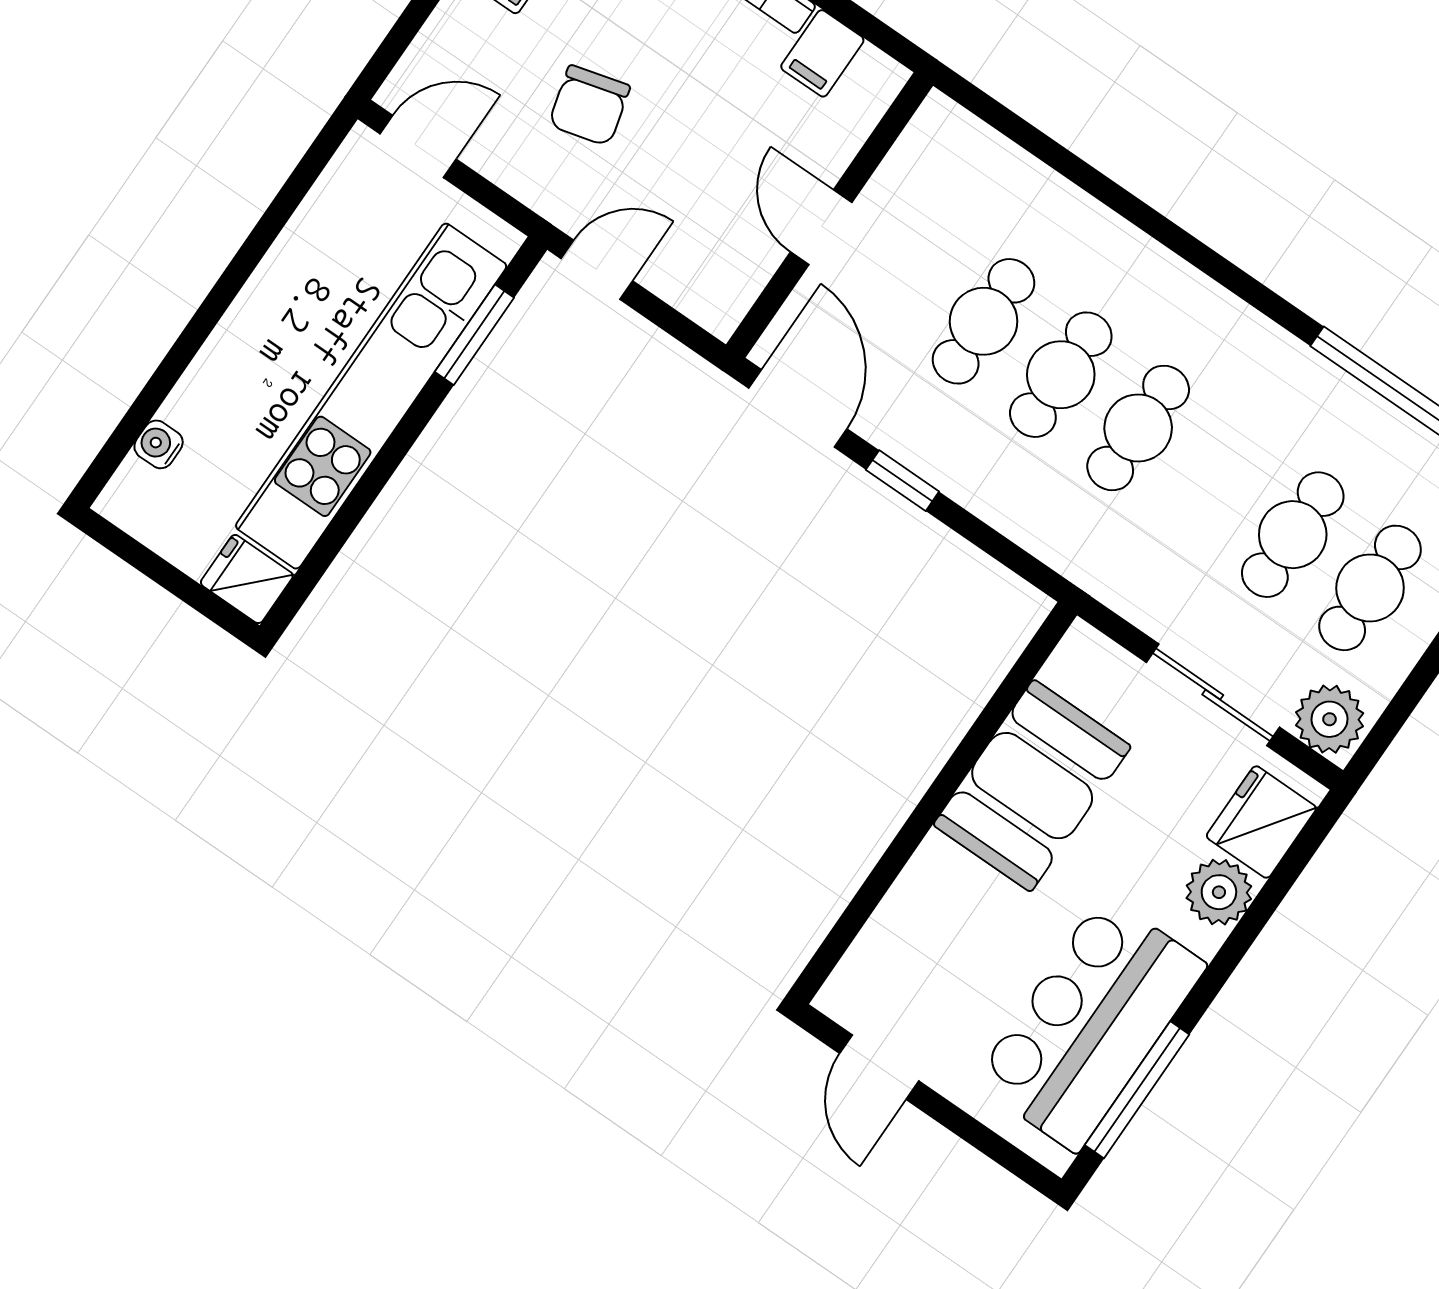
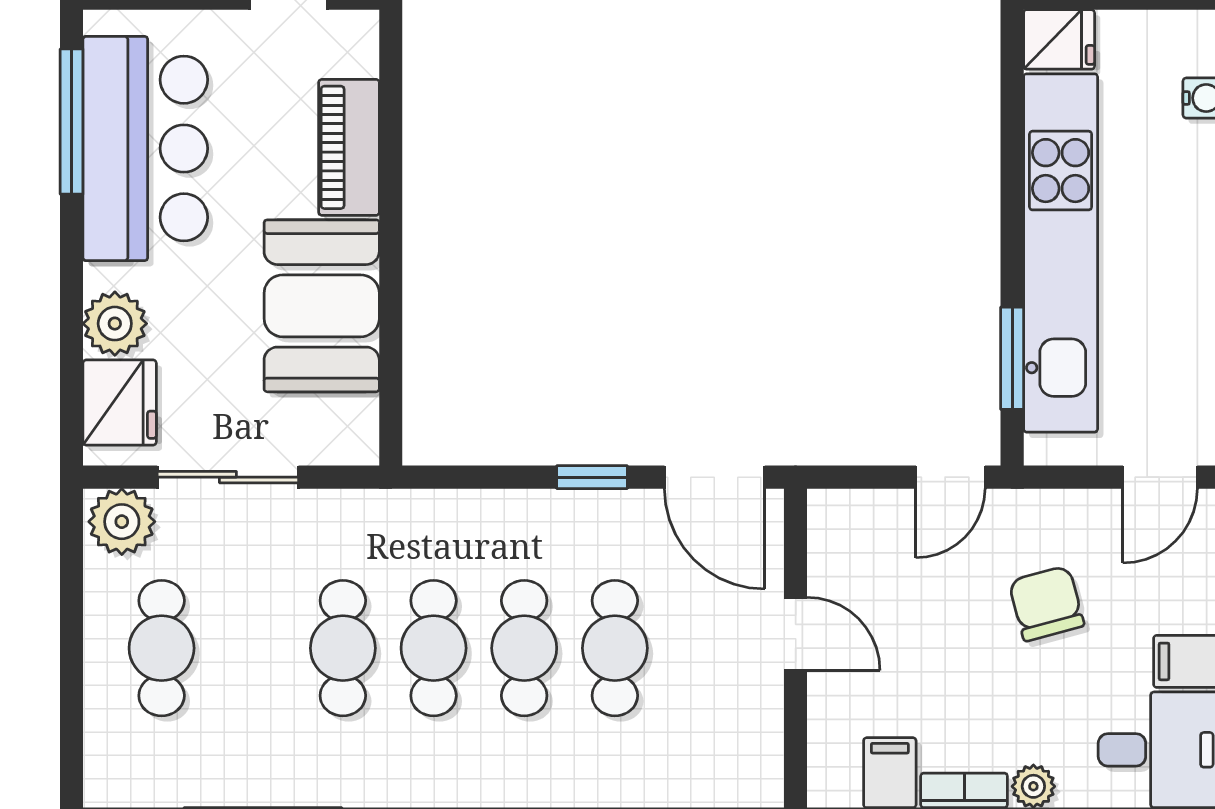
cafe table: (1293, 535) -> (343, 648), moved
piano: (916, 905) -> (349, 147), added

